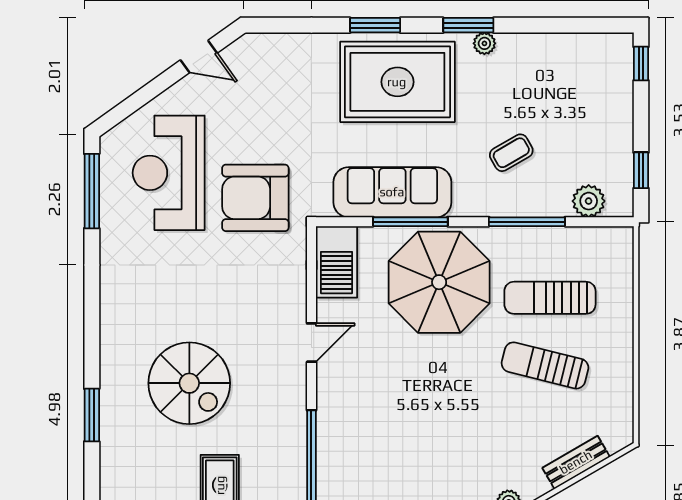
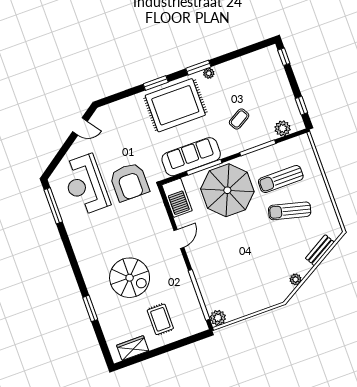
armchair: (255, 198) -> (129, 182), turned -90

